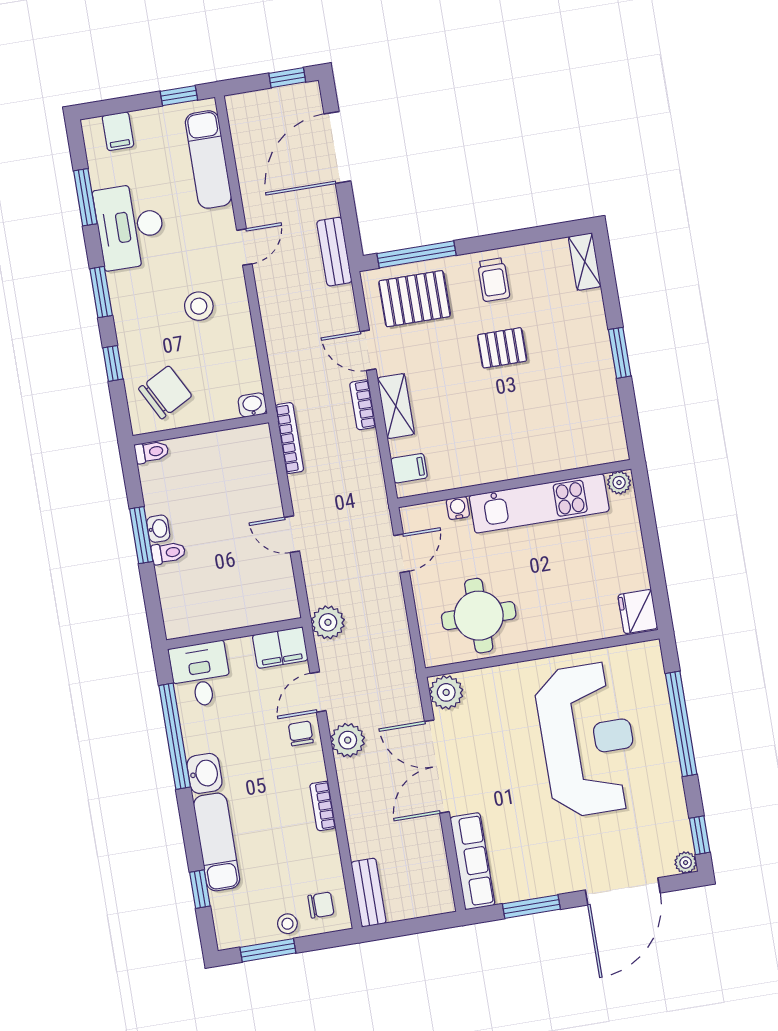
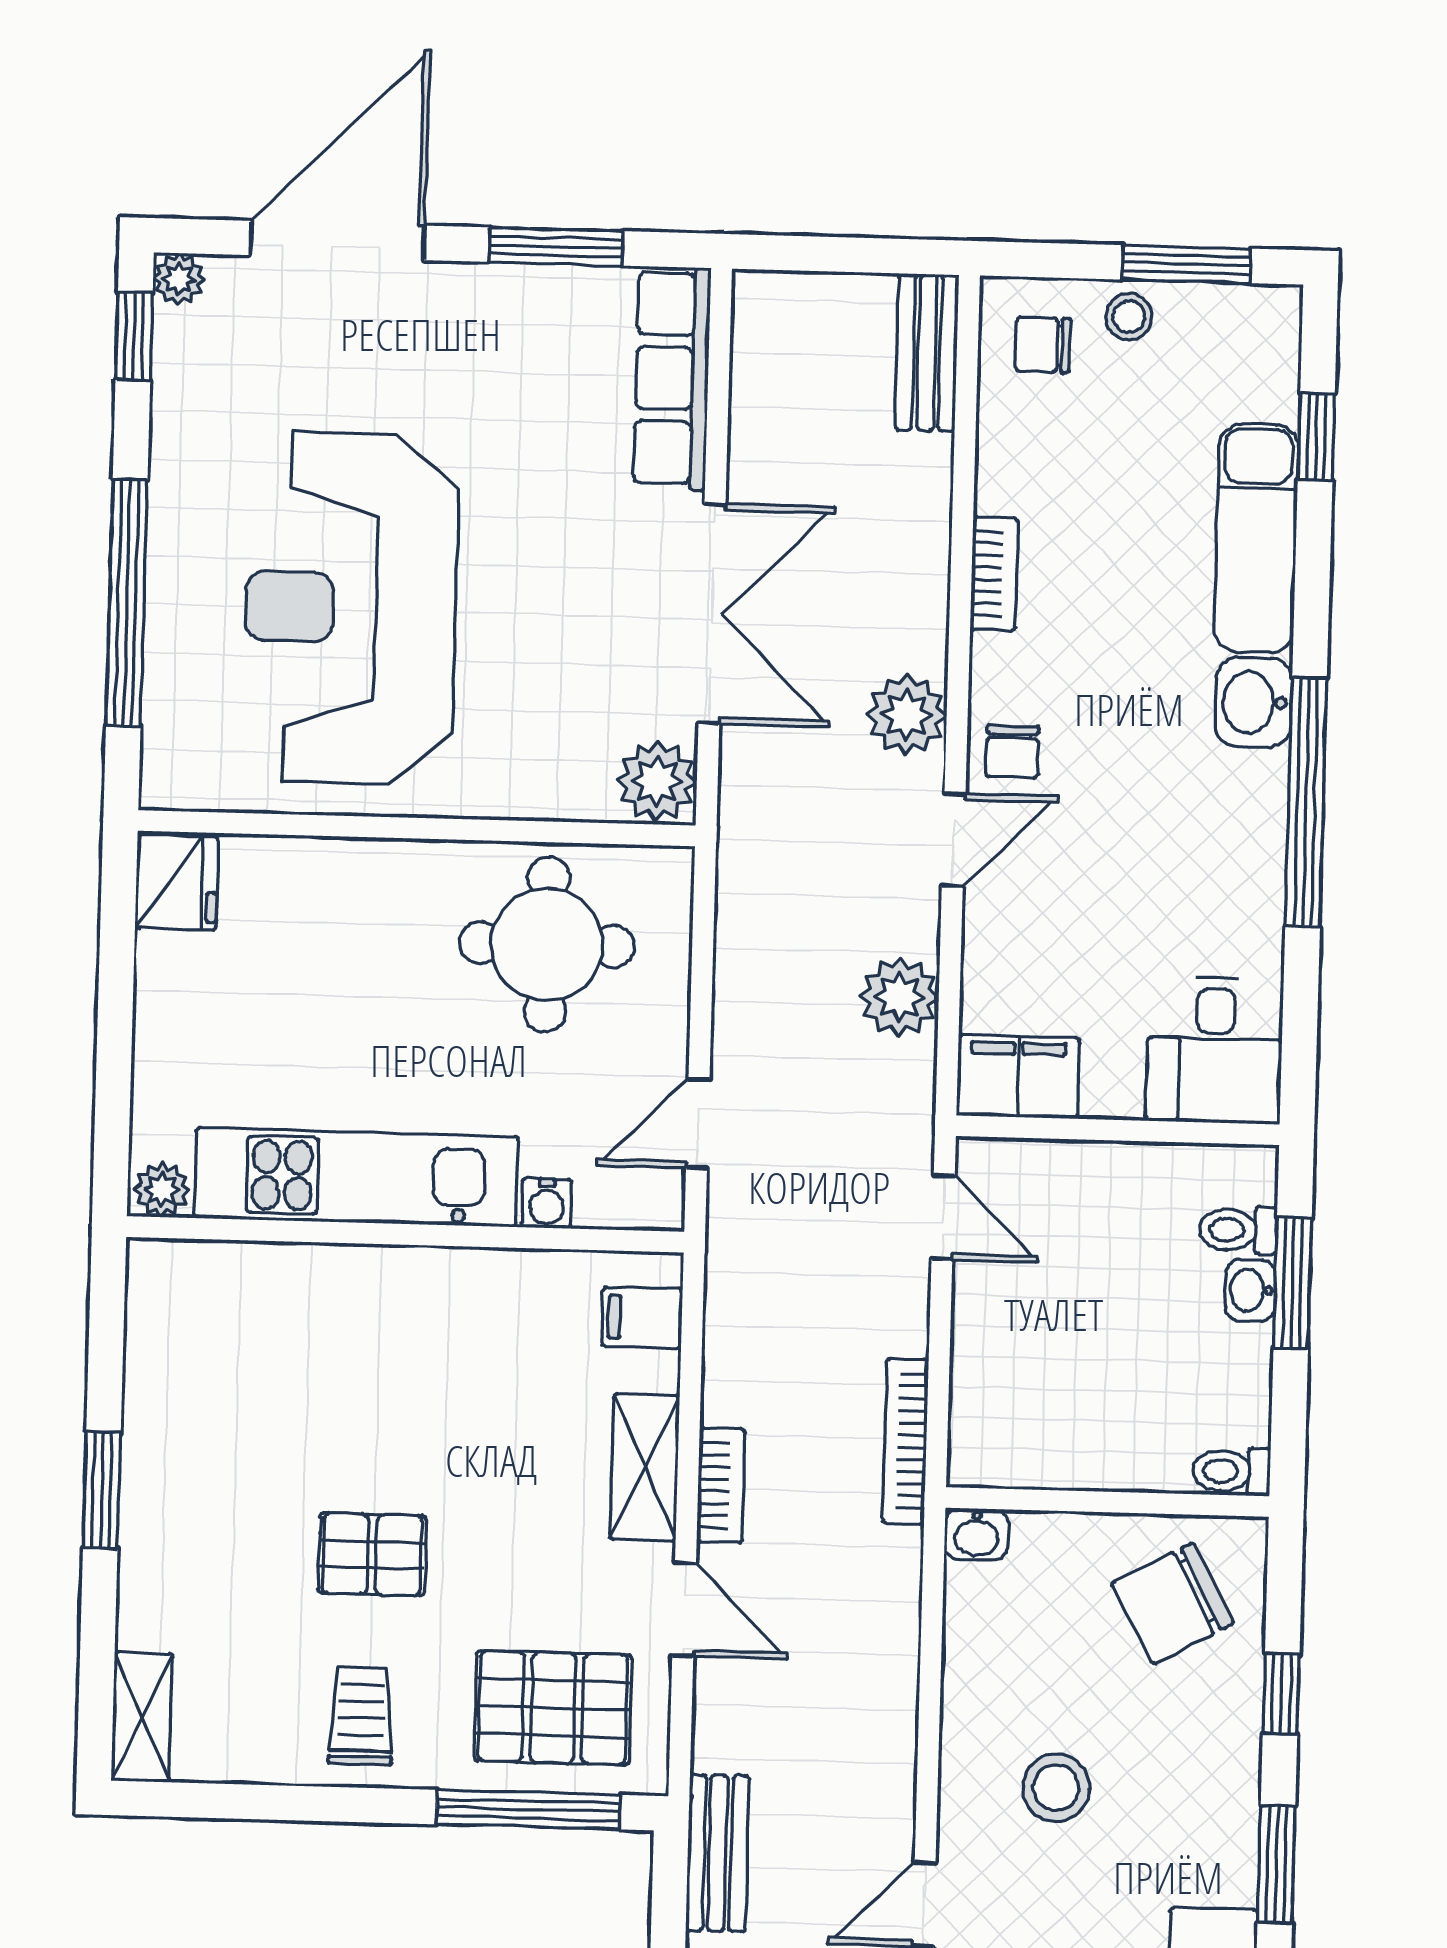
wall: (234, 633) -> (1118, 1130), moved
filing cabinet: (280, 648) -> (1018, 1077), moved
desk: (201, 675) -> (1215, 1050), moved

